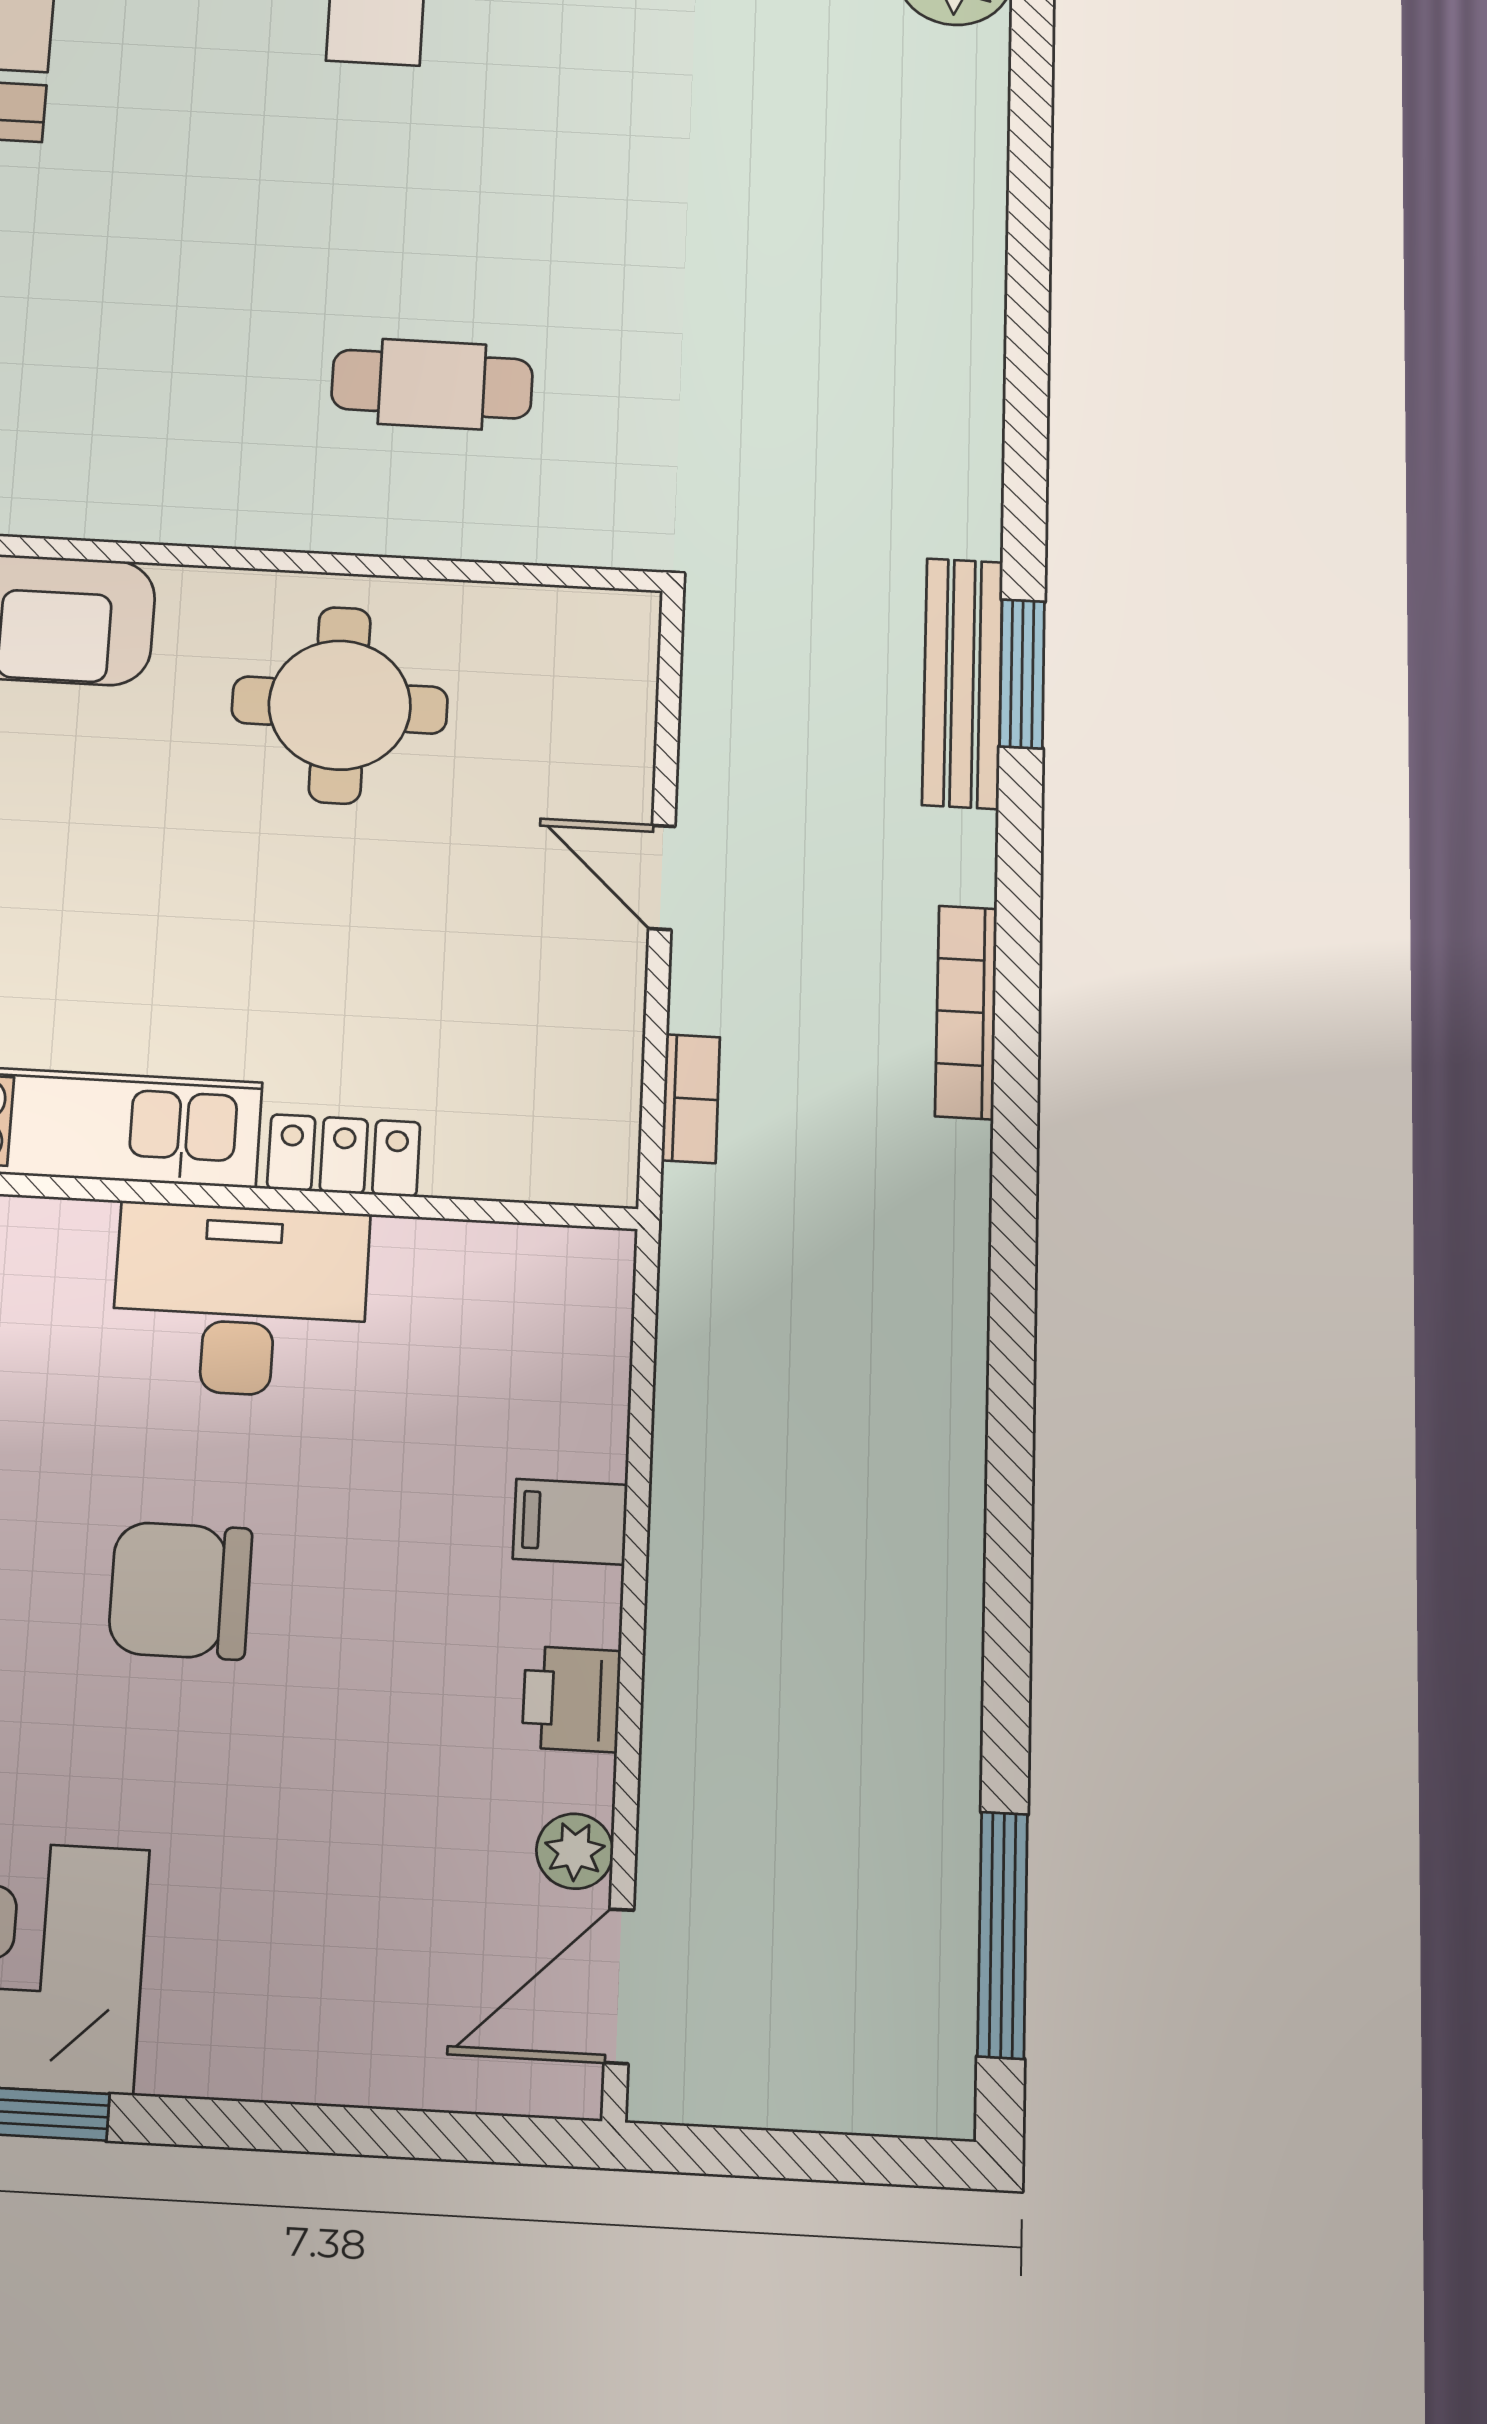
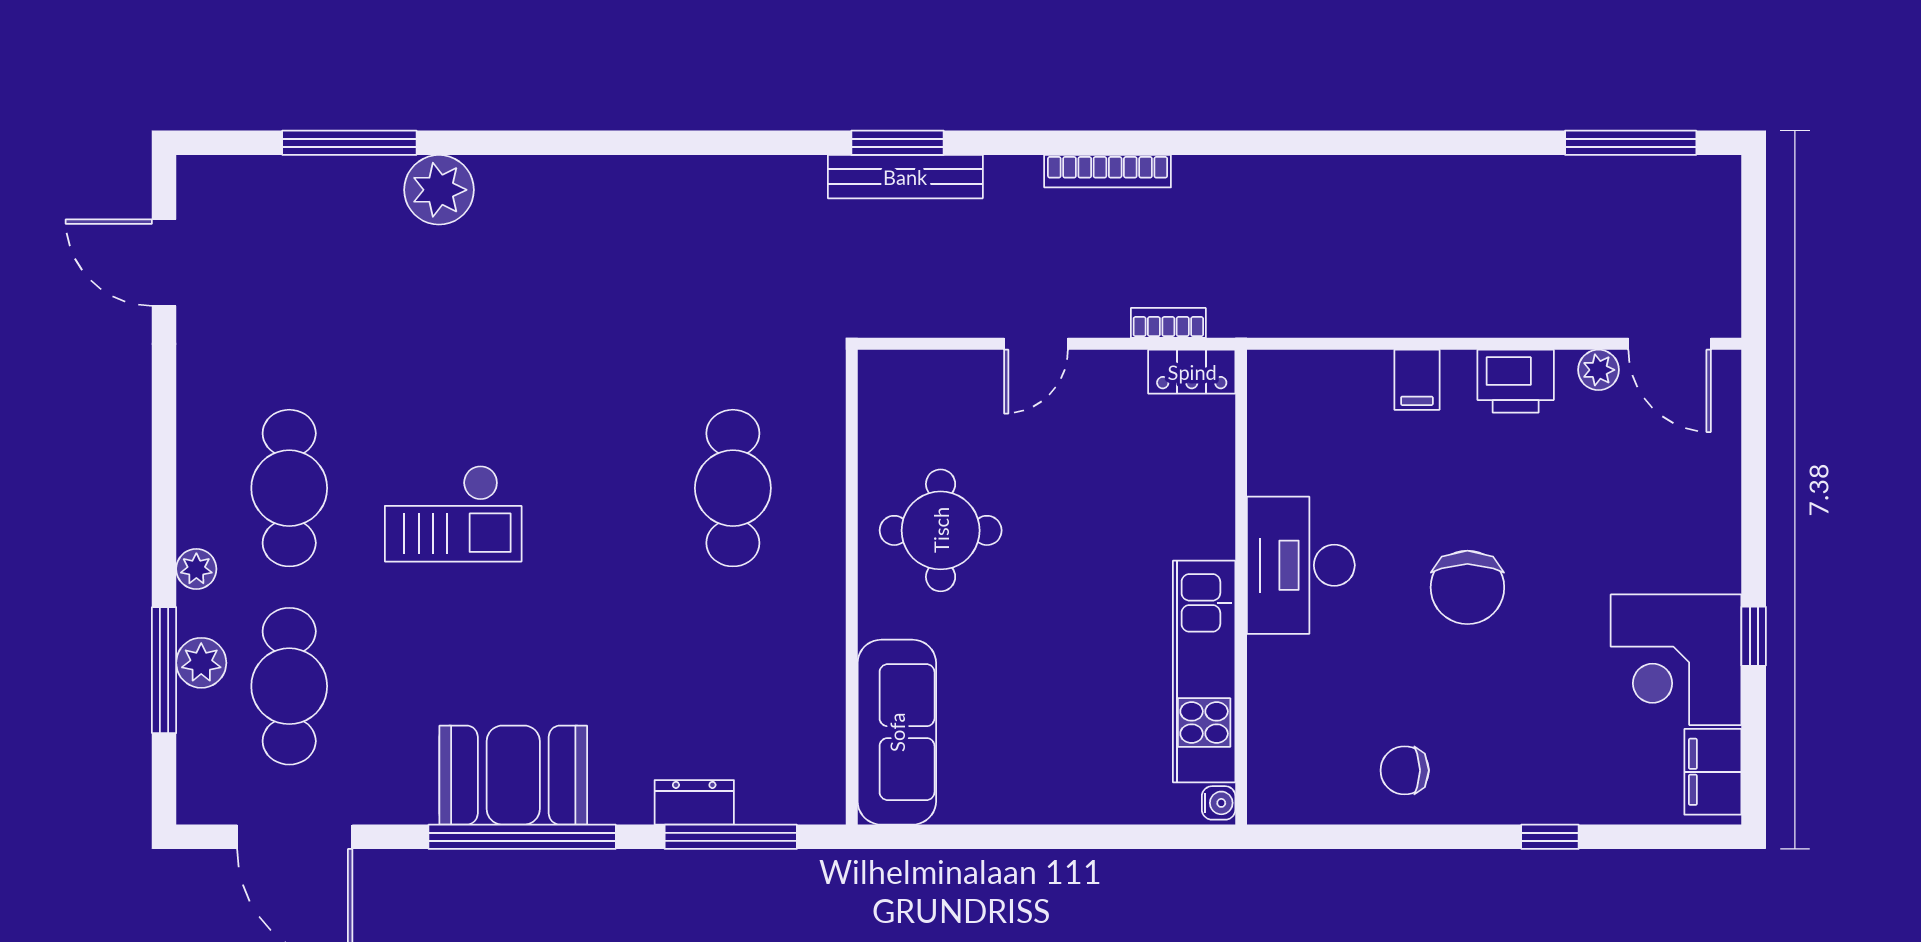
cafe table: (432, 384) -> (733, 488), width x1.37, depth x1.35
locker: (344, 1155) -> (1192, 372), moved, turned -90
printer: (571, 1699) -> (1516, 381), width x1.36, depth x1.24

